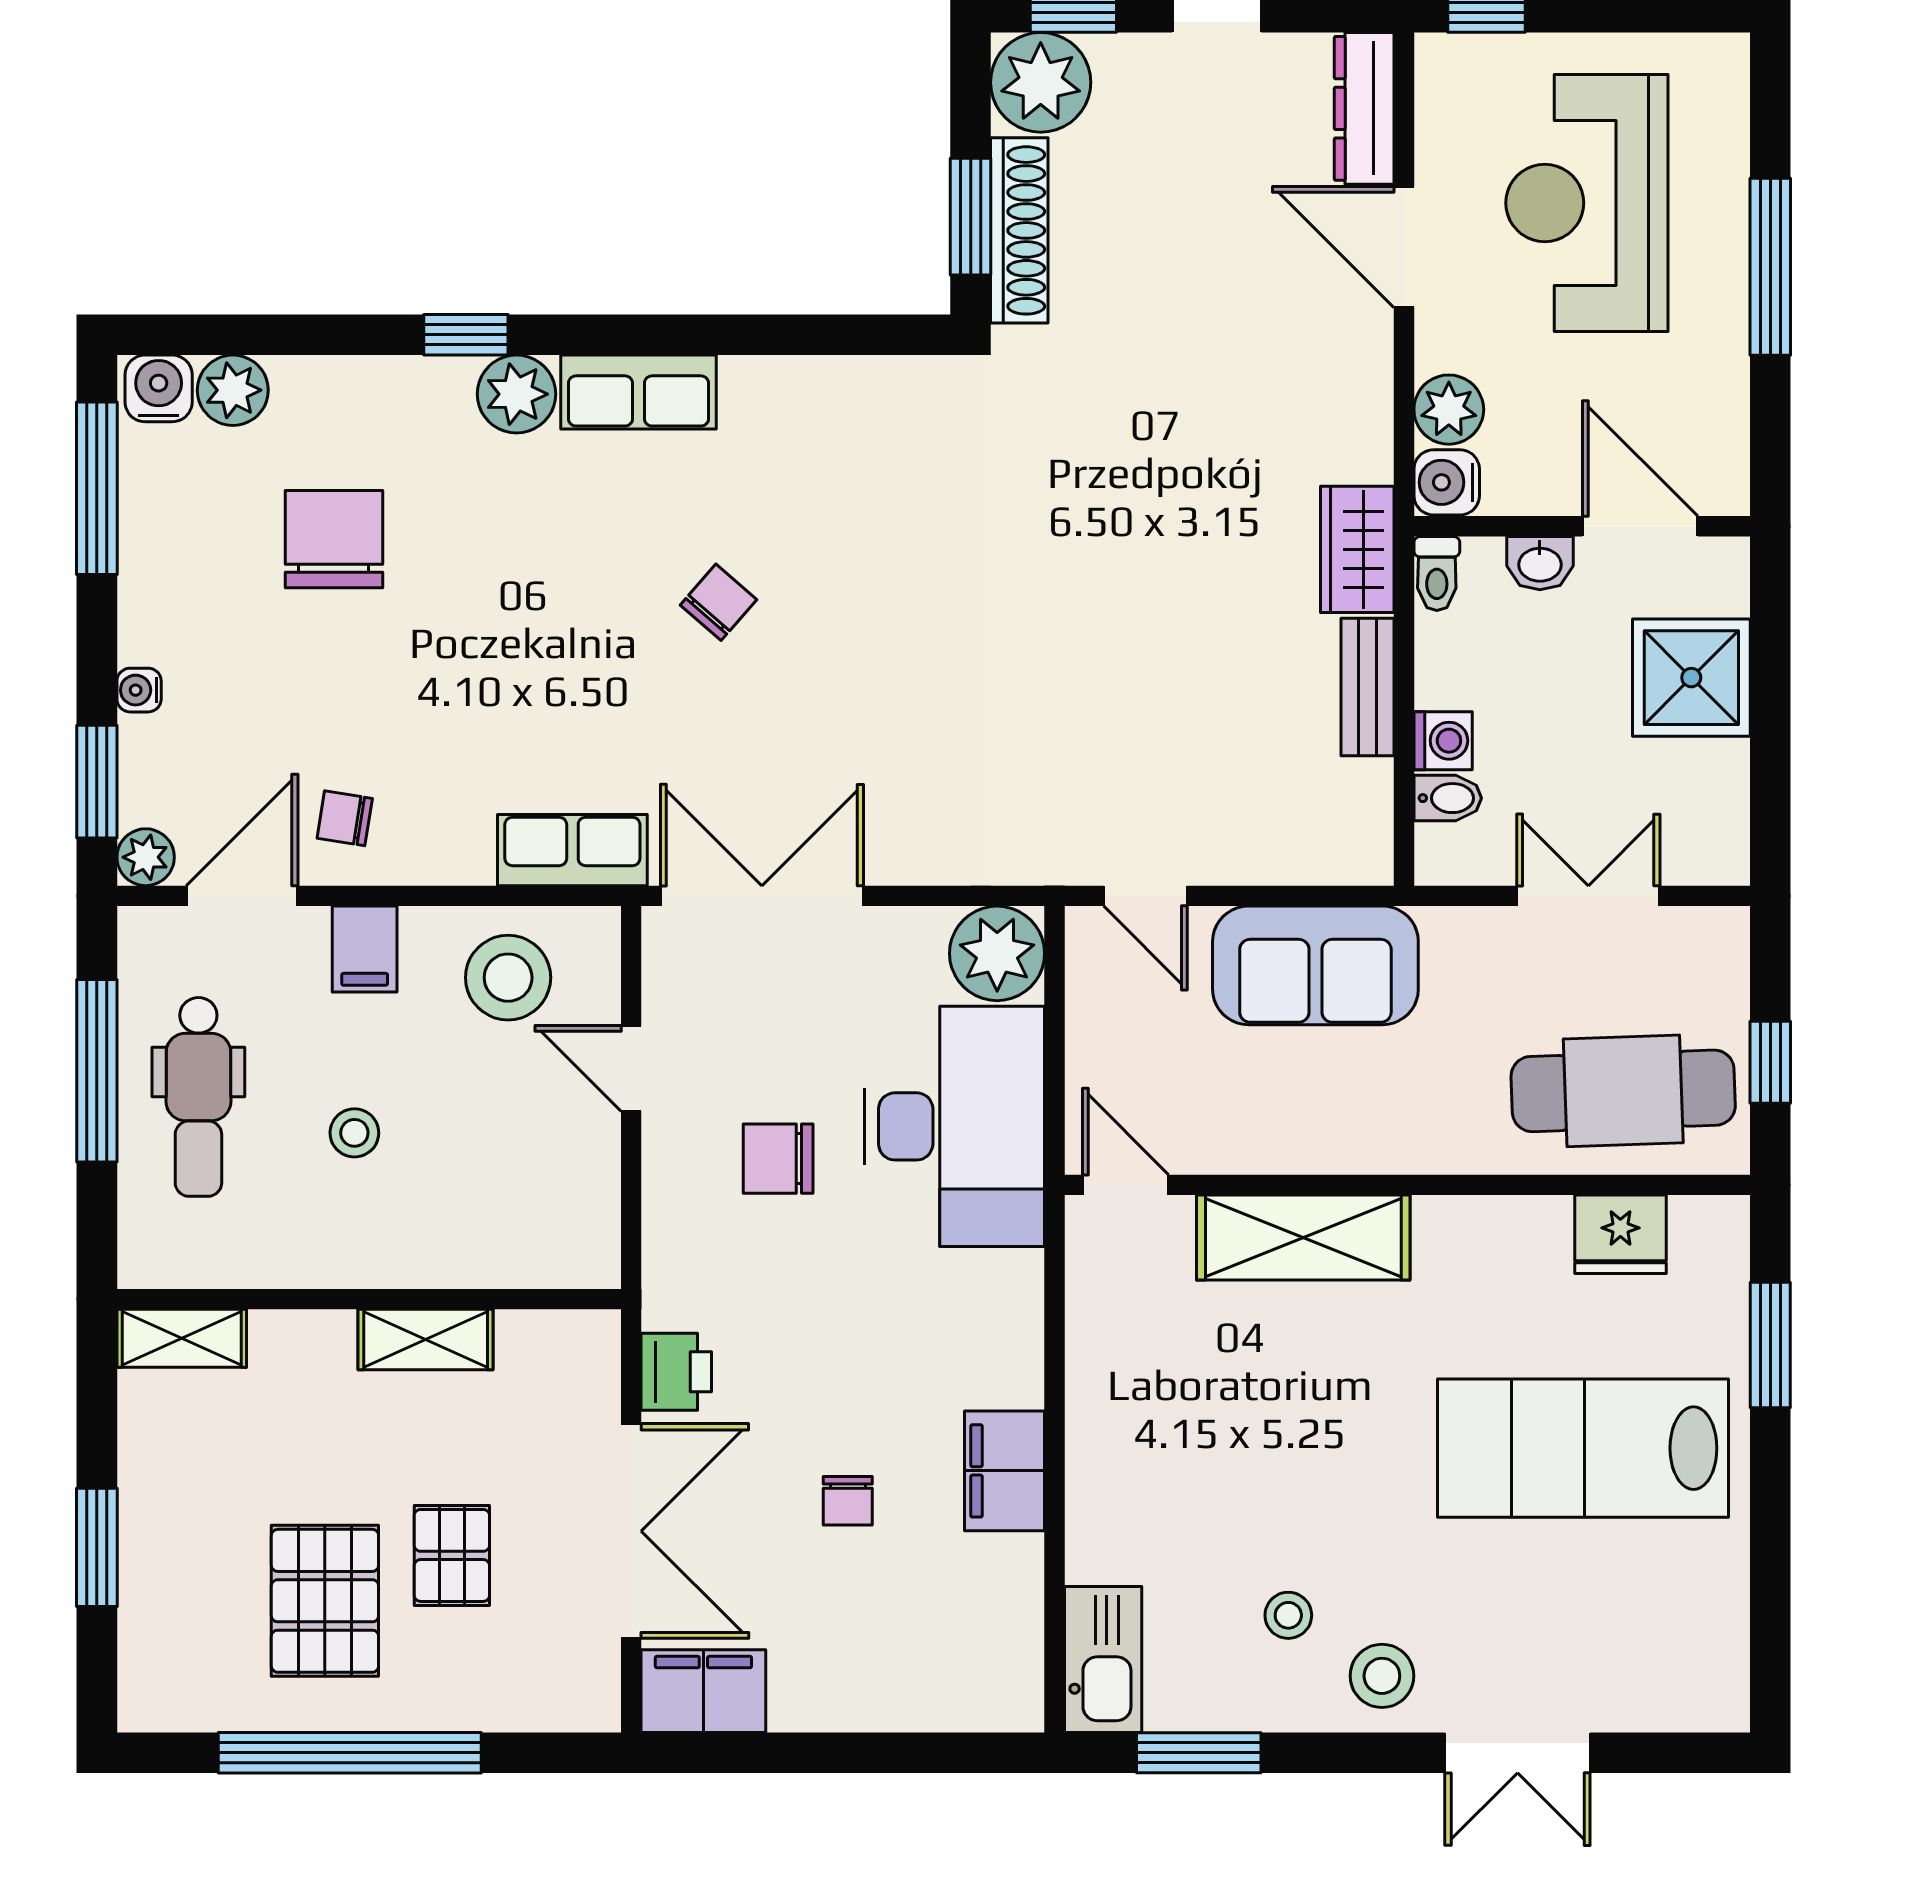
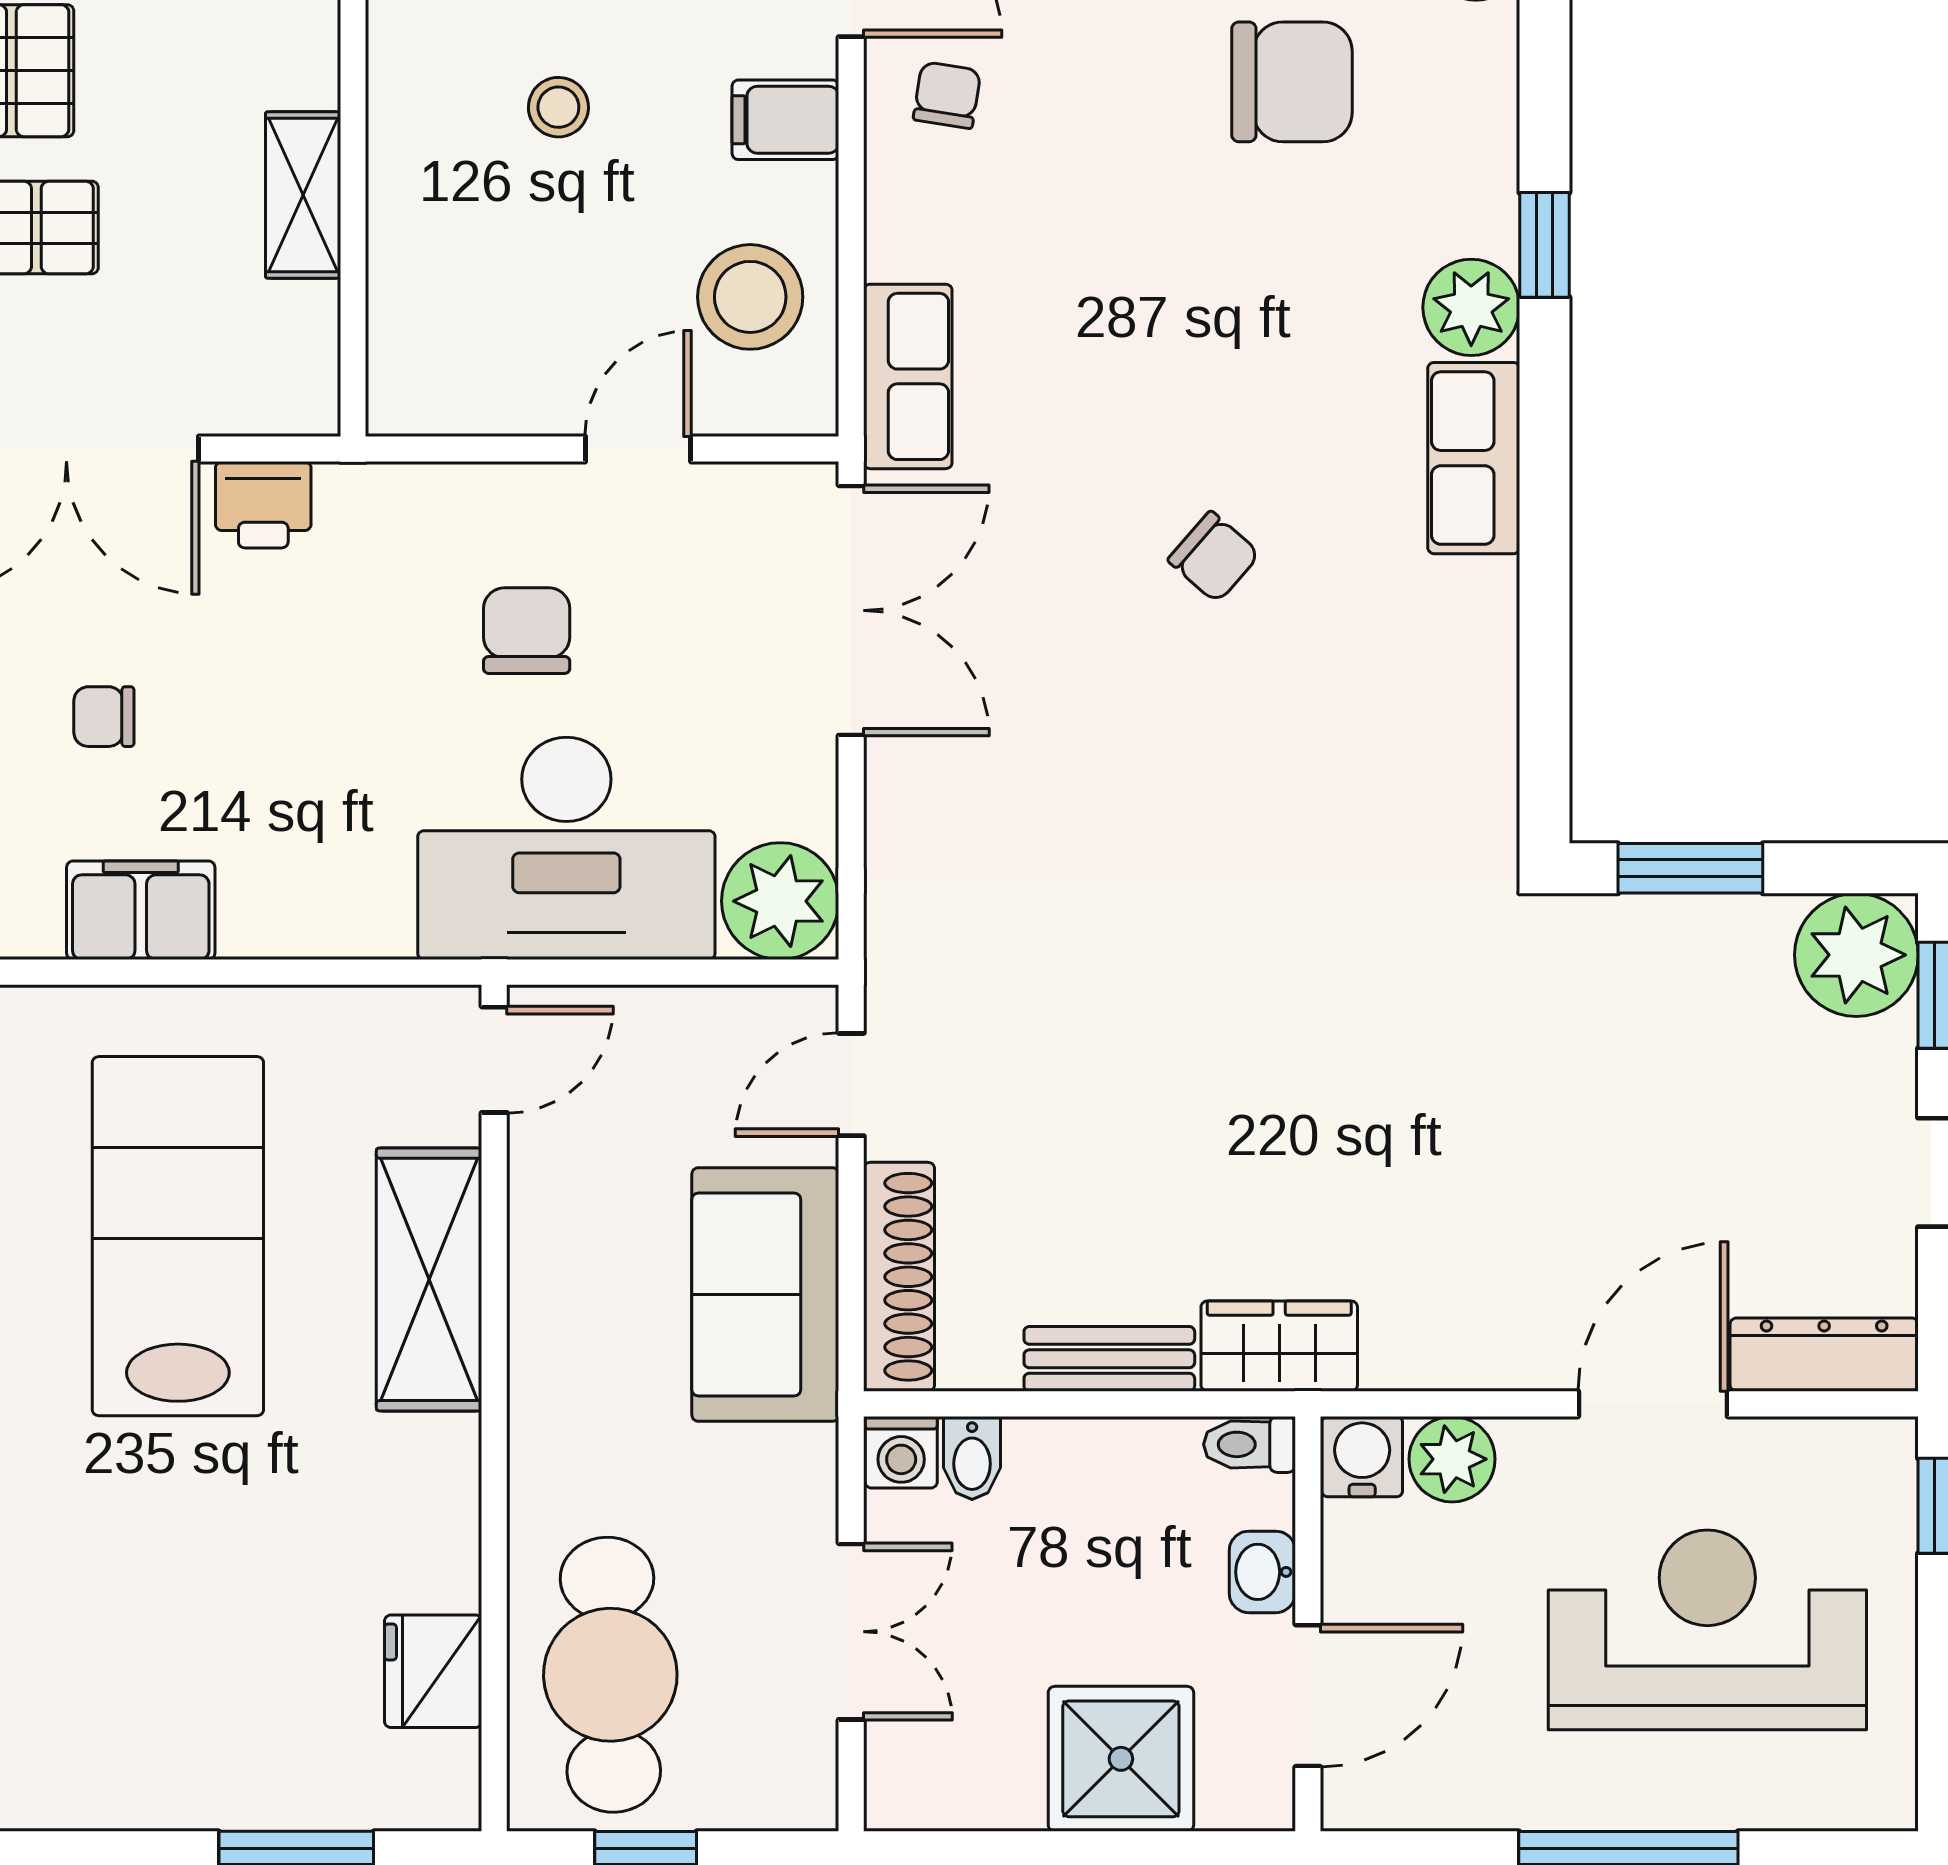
shoe rack: (1019, 230) -> (899, 1277), moved, turned -90
washing machine: (1443, 741) -> (901, 1452), moved
lab bench: (1583, 1448) -> (178, 1236), moved

